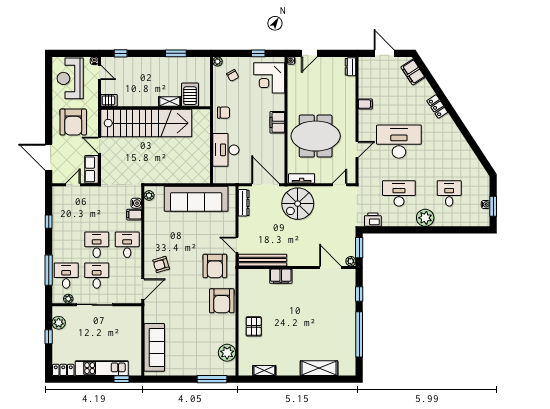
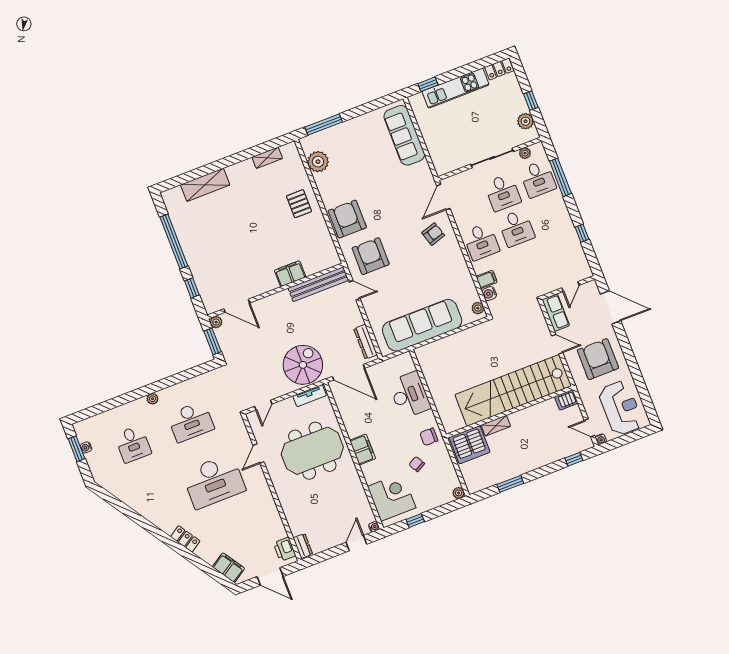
chair: (233, 75) -> (417, 464), moved
server rack: (190, 95) -> (470, 445), width x1.60
filing cabinet: (365, 104) -> (269, 510), removed
plant: (425, 218) -> (153, 399), width x0.53, depth x0.53
printer: (373, 220) -> (285, 549), moved, turned 90

